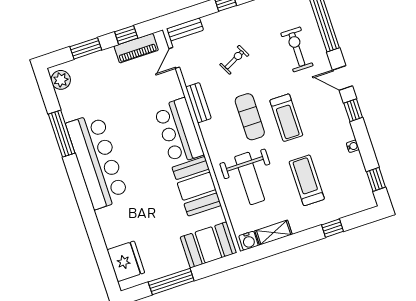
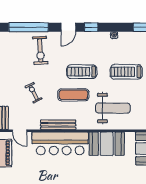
exercise bike: (297, 49) -> (40, 50), turned -93
bench: (198, 103) -> (58, 125), width x1.36
treadmill: (286, 118) -> (82, 72), turned 180
bar counter: (179, 131) -> (60, 143), width x1.36

